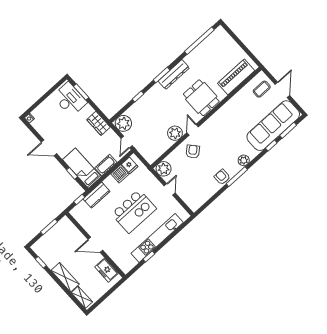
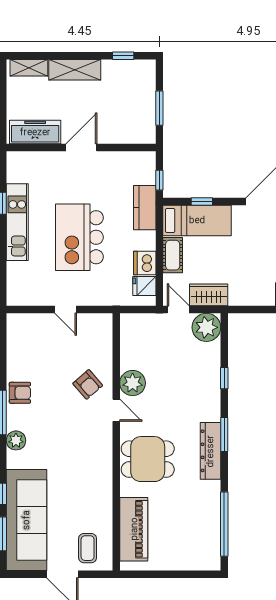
wardrobe: (98, 123) -> (209, 295), moved
plant: (164, 169) -> (100, 326), removed
kitchen unit: (157, 238) -> (17, 222), width x0.73
freezer: (107, 270) -> (35, 132), width x1.40

